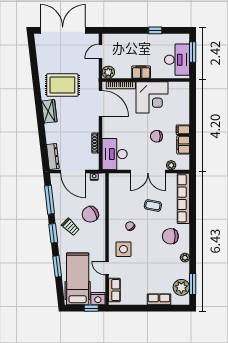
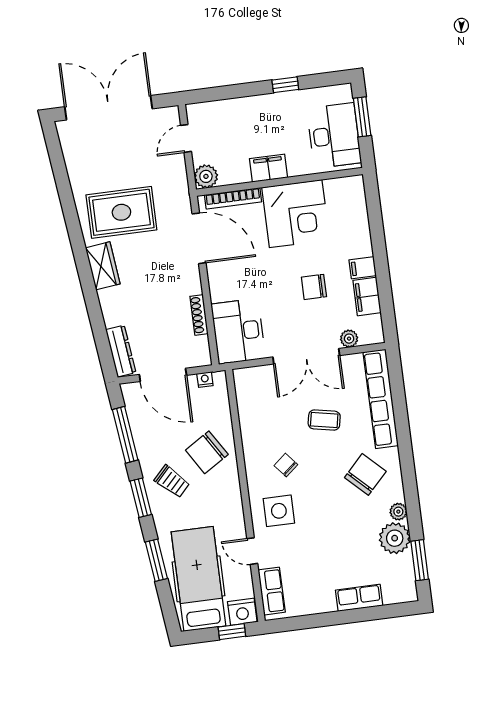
chair: (170, 236) -> (365, 474), turned 134
plant: (181, 287) -> (395, 538), moved

